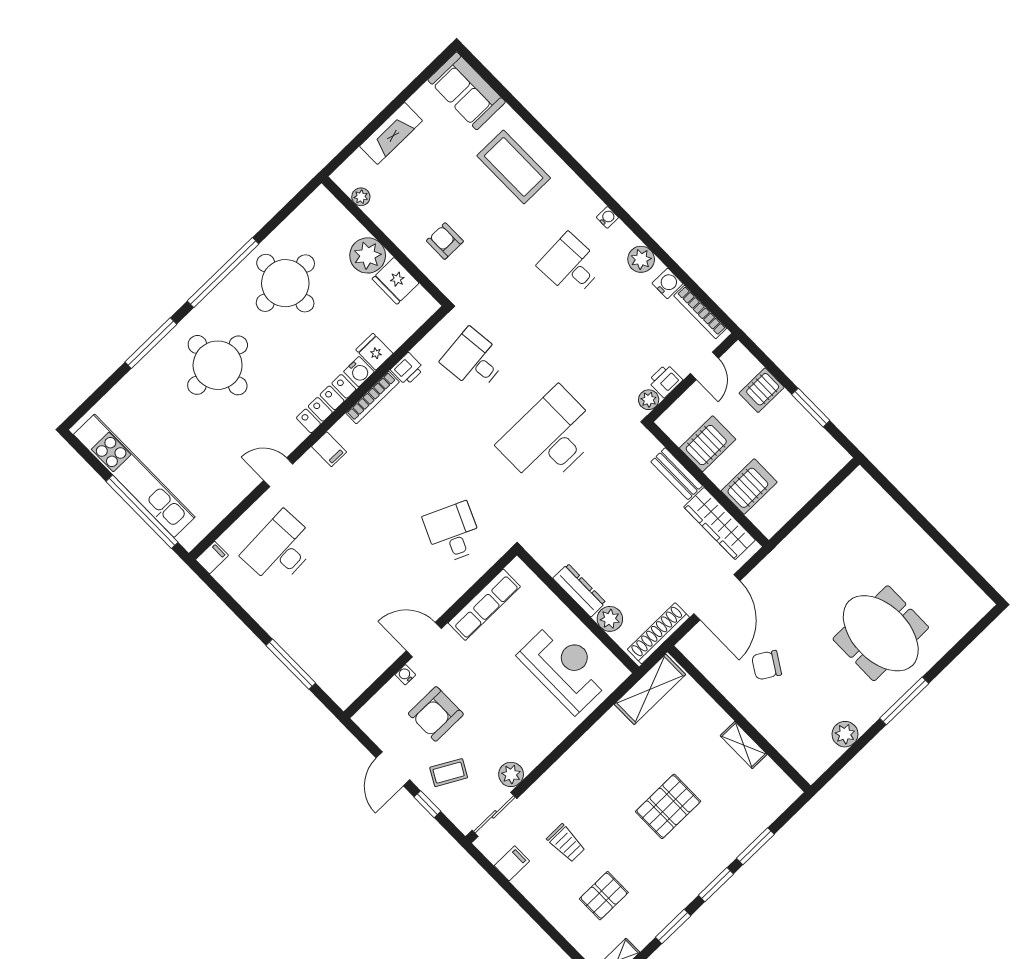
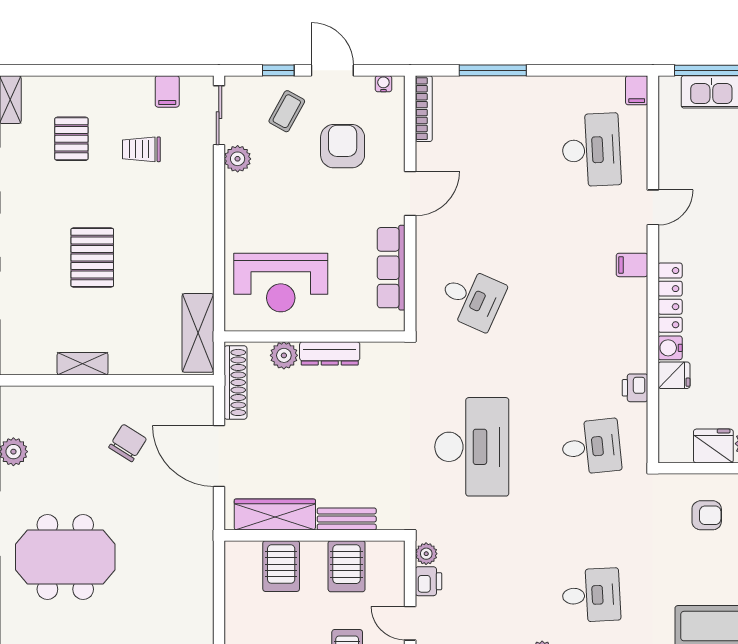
bookcase: (373, 398) -> (424, 109), moved, turned 180
water cooler: (405, 675) -> (383, 84), moved, turned -90

